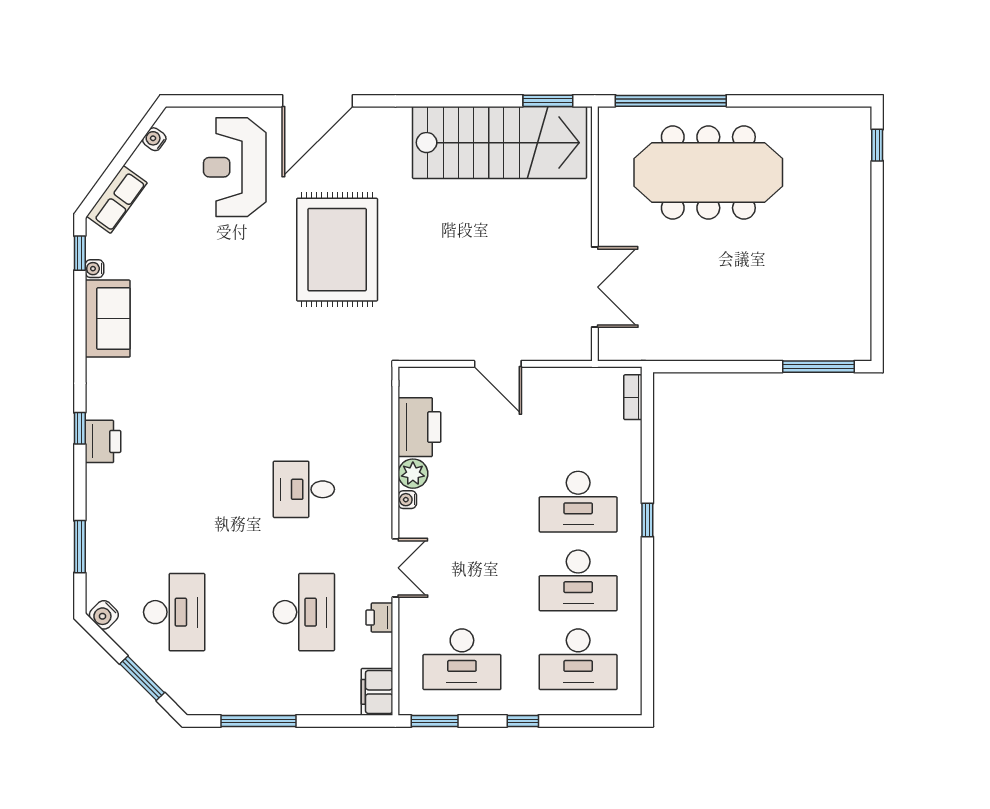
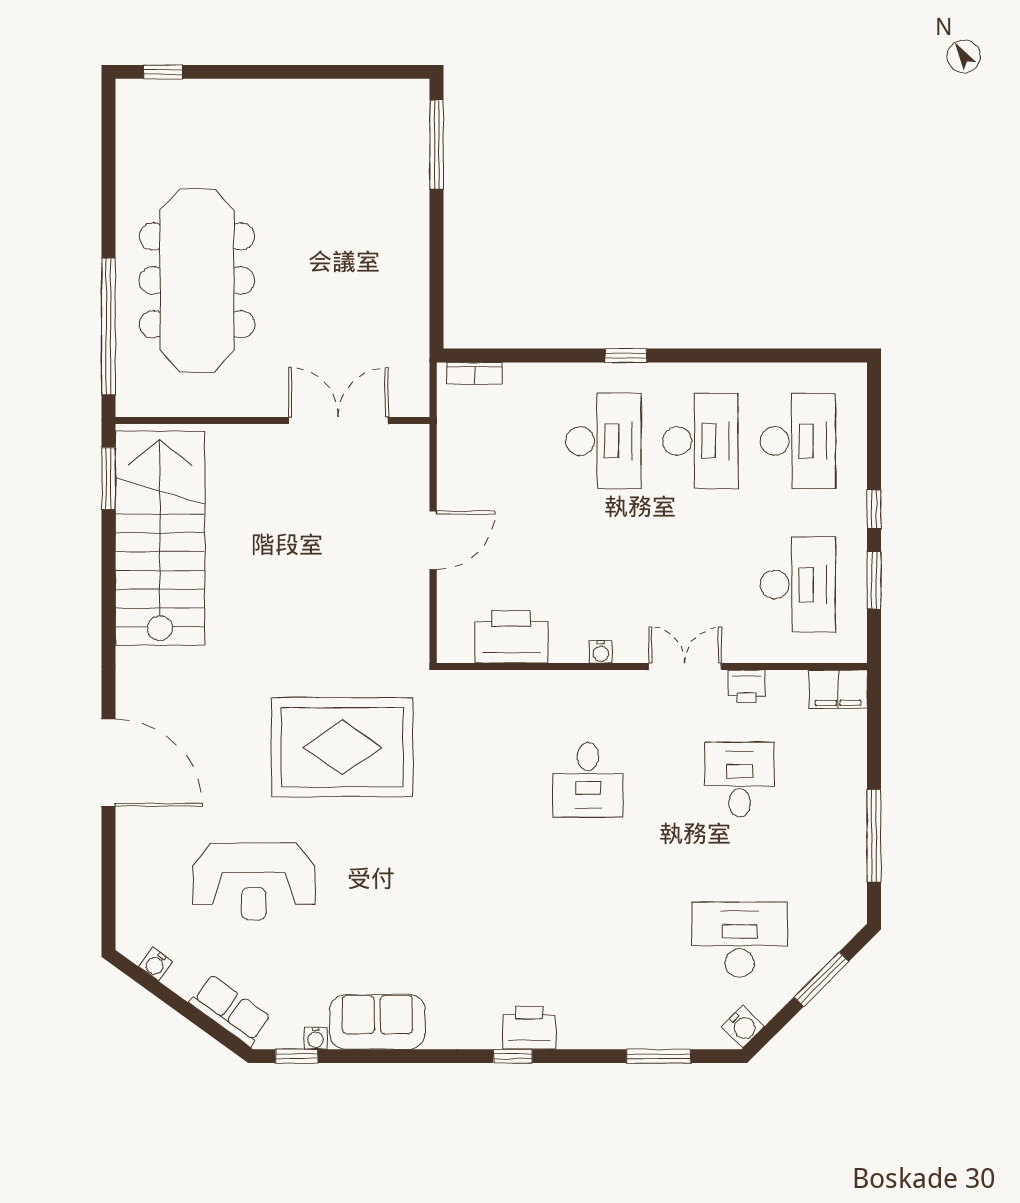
reception desk: (235, 167) -> (254, 882), moved
rug: (337, 250) -> (342, 747), moved
plant: (413, 474) -> (569, 645), removed
desk: (304, 612) -> (740, 780), width x0.73
window: (435, 721) -> (874, 580), moved

